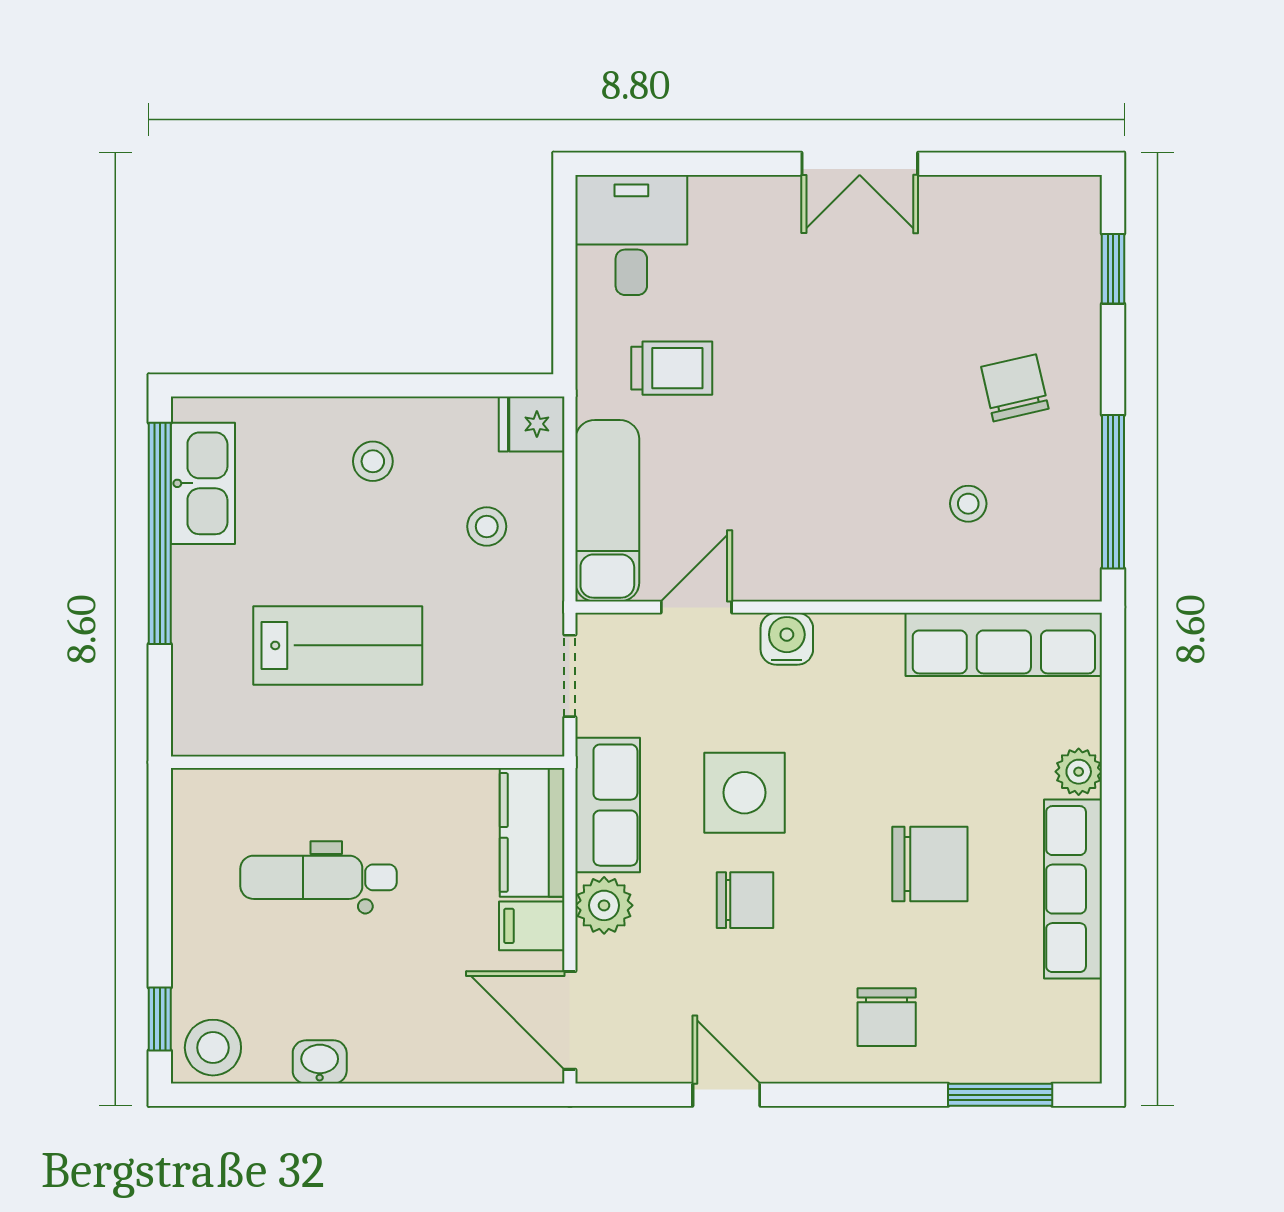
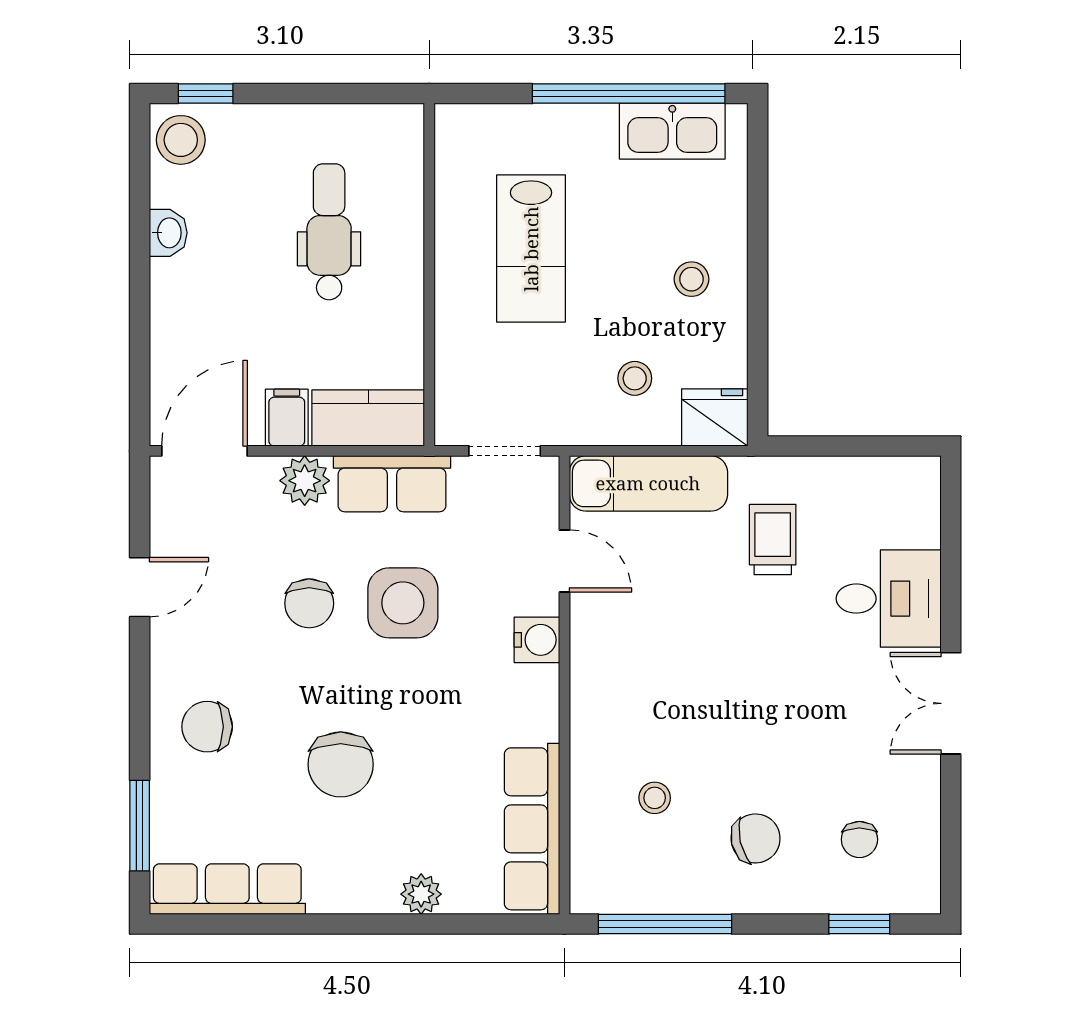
desk: (631, 235) -> (889, 599), moved
chair: (1016, 269) -> (859, 839), added
trolley: (672, 368) -> (773, 540), turned 180
fridge: (532, 424) -> (715, 417), width x1.38
row of seats: (1073, 889) -> (227, 889), moved

